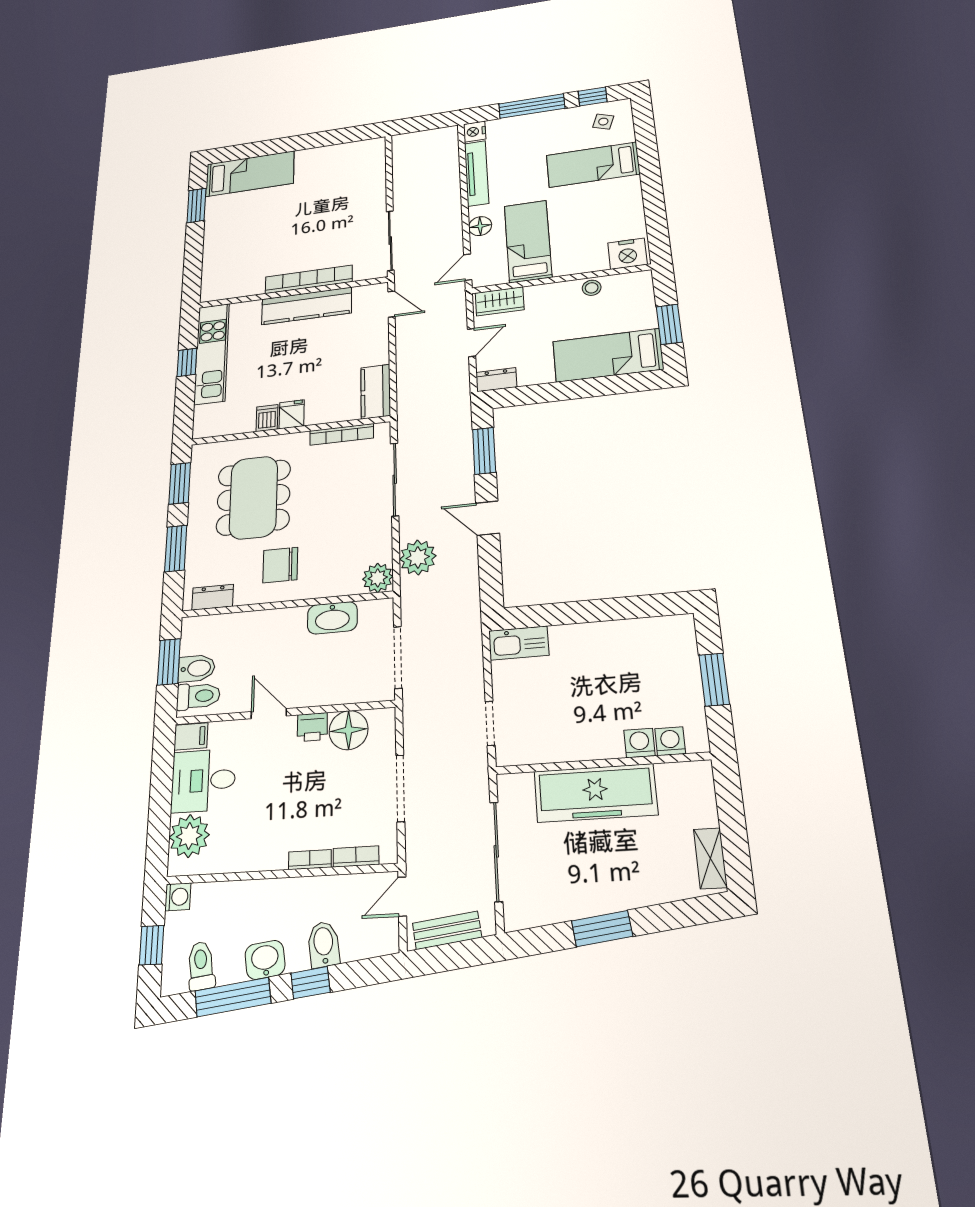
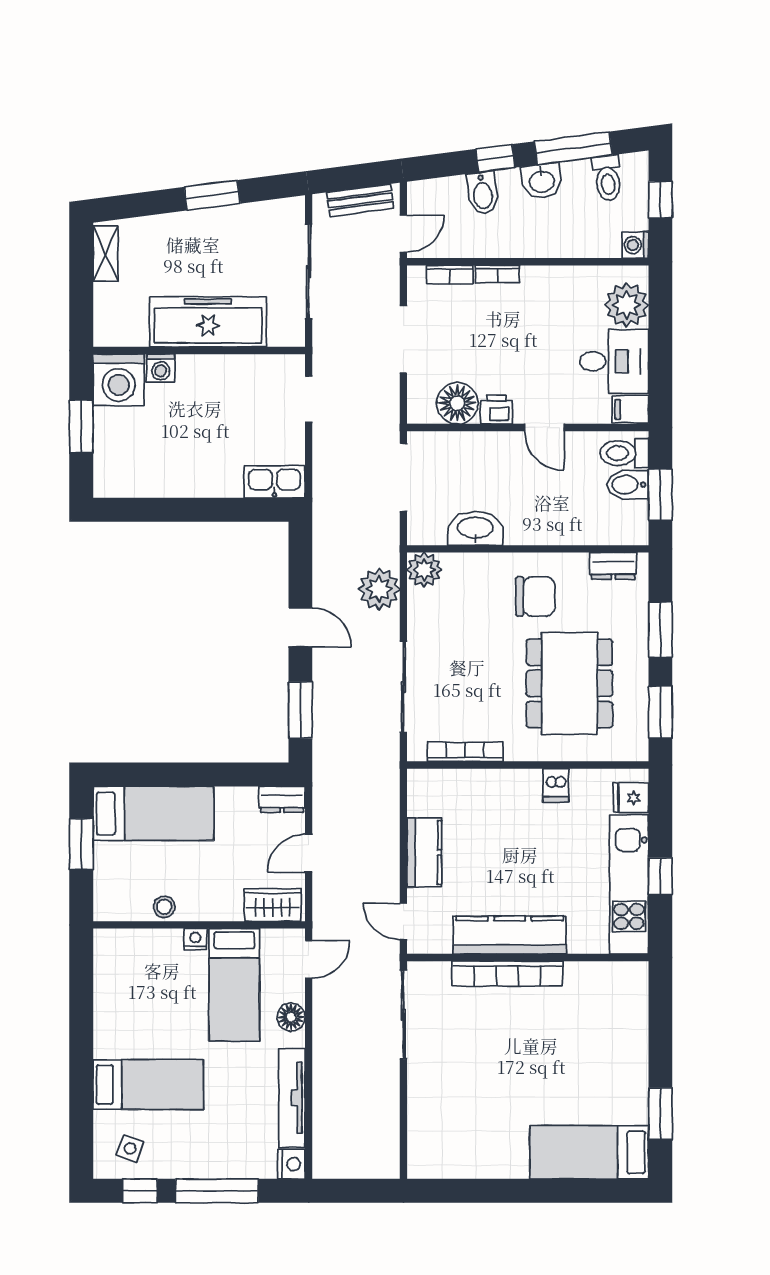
nightstand: (628, 254) -> (195, 939), moved, width x0.53, depth x0.56
kitchen counter: (376, 392) -> (424, 853), moved
fridge: (292, 414) -> (631, 798), moved, turned 90
washing machine: (670, 741) -> (119, 380), width x1.89, depth x1.89

